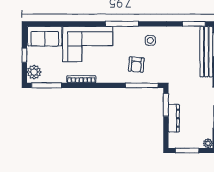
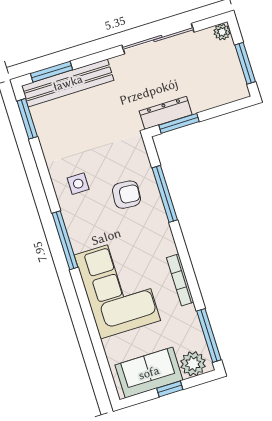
sofa: (45, 36) -> (149, 373), moved, turned -90
window: (142, 85) -> (165, 194), moved
dresser: (174, 118) -> (166, 113), moved

